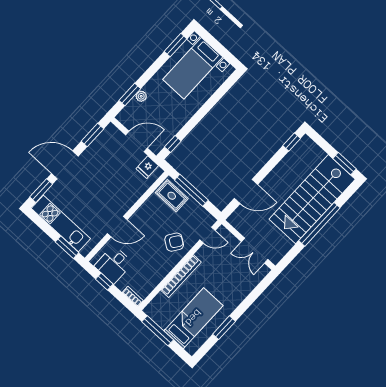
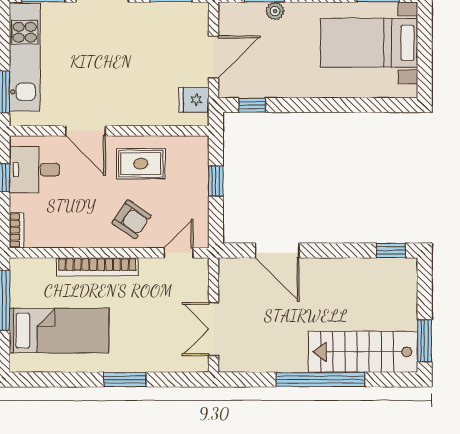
door: (136, 141) -> (214, 57), hinge flipped
window: (191, 190) -> (216, 181), width x0.46
rug: (172, 196) -> (141, 164), moved, turned 90
stairs: (312, 199) -> (363, 352), width x0.73, depth x0.66
door: (208, 235) -> (179, 253), swing flipped
window: (224, 328) -> (125, 379), moved

